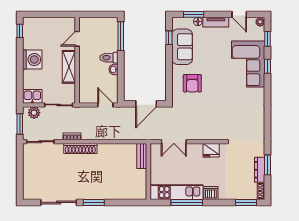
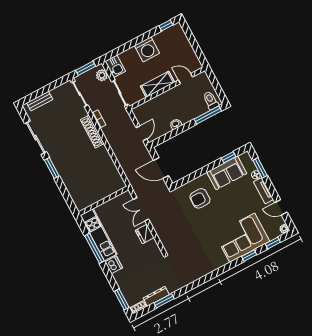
door: (239, 14) -> (281, 207), hinge flipped
toilet: (109, 58) -> (211, 100), moved
fridge: (211, 150) -> (145, 234), moved
bench: (142, 156) -> (40, 101), moved

